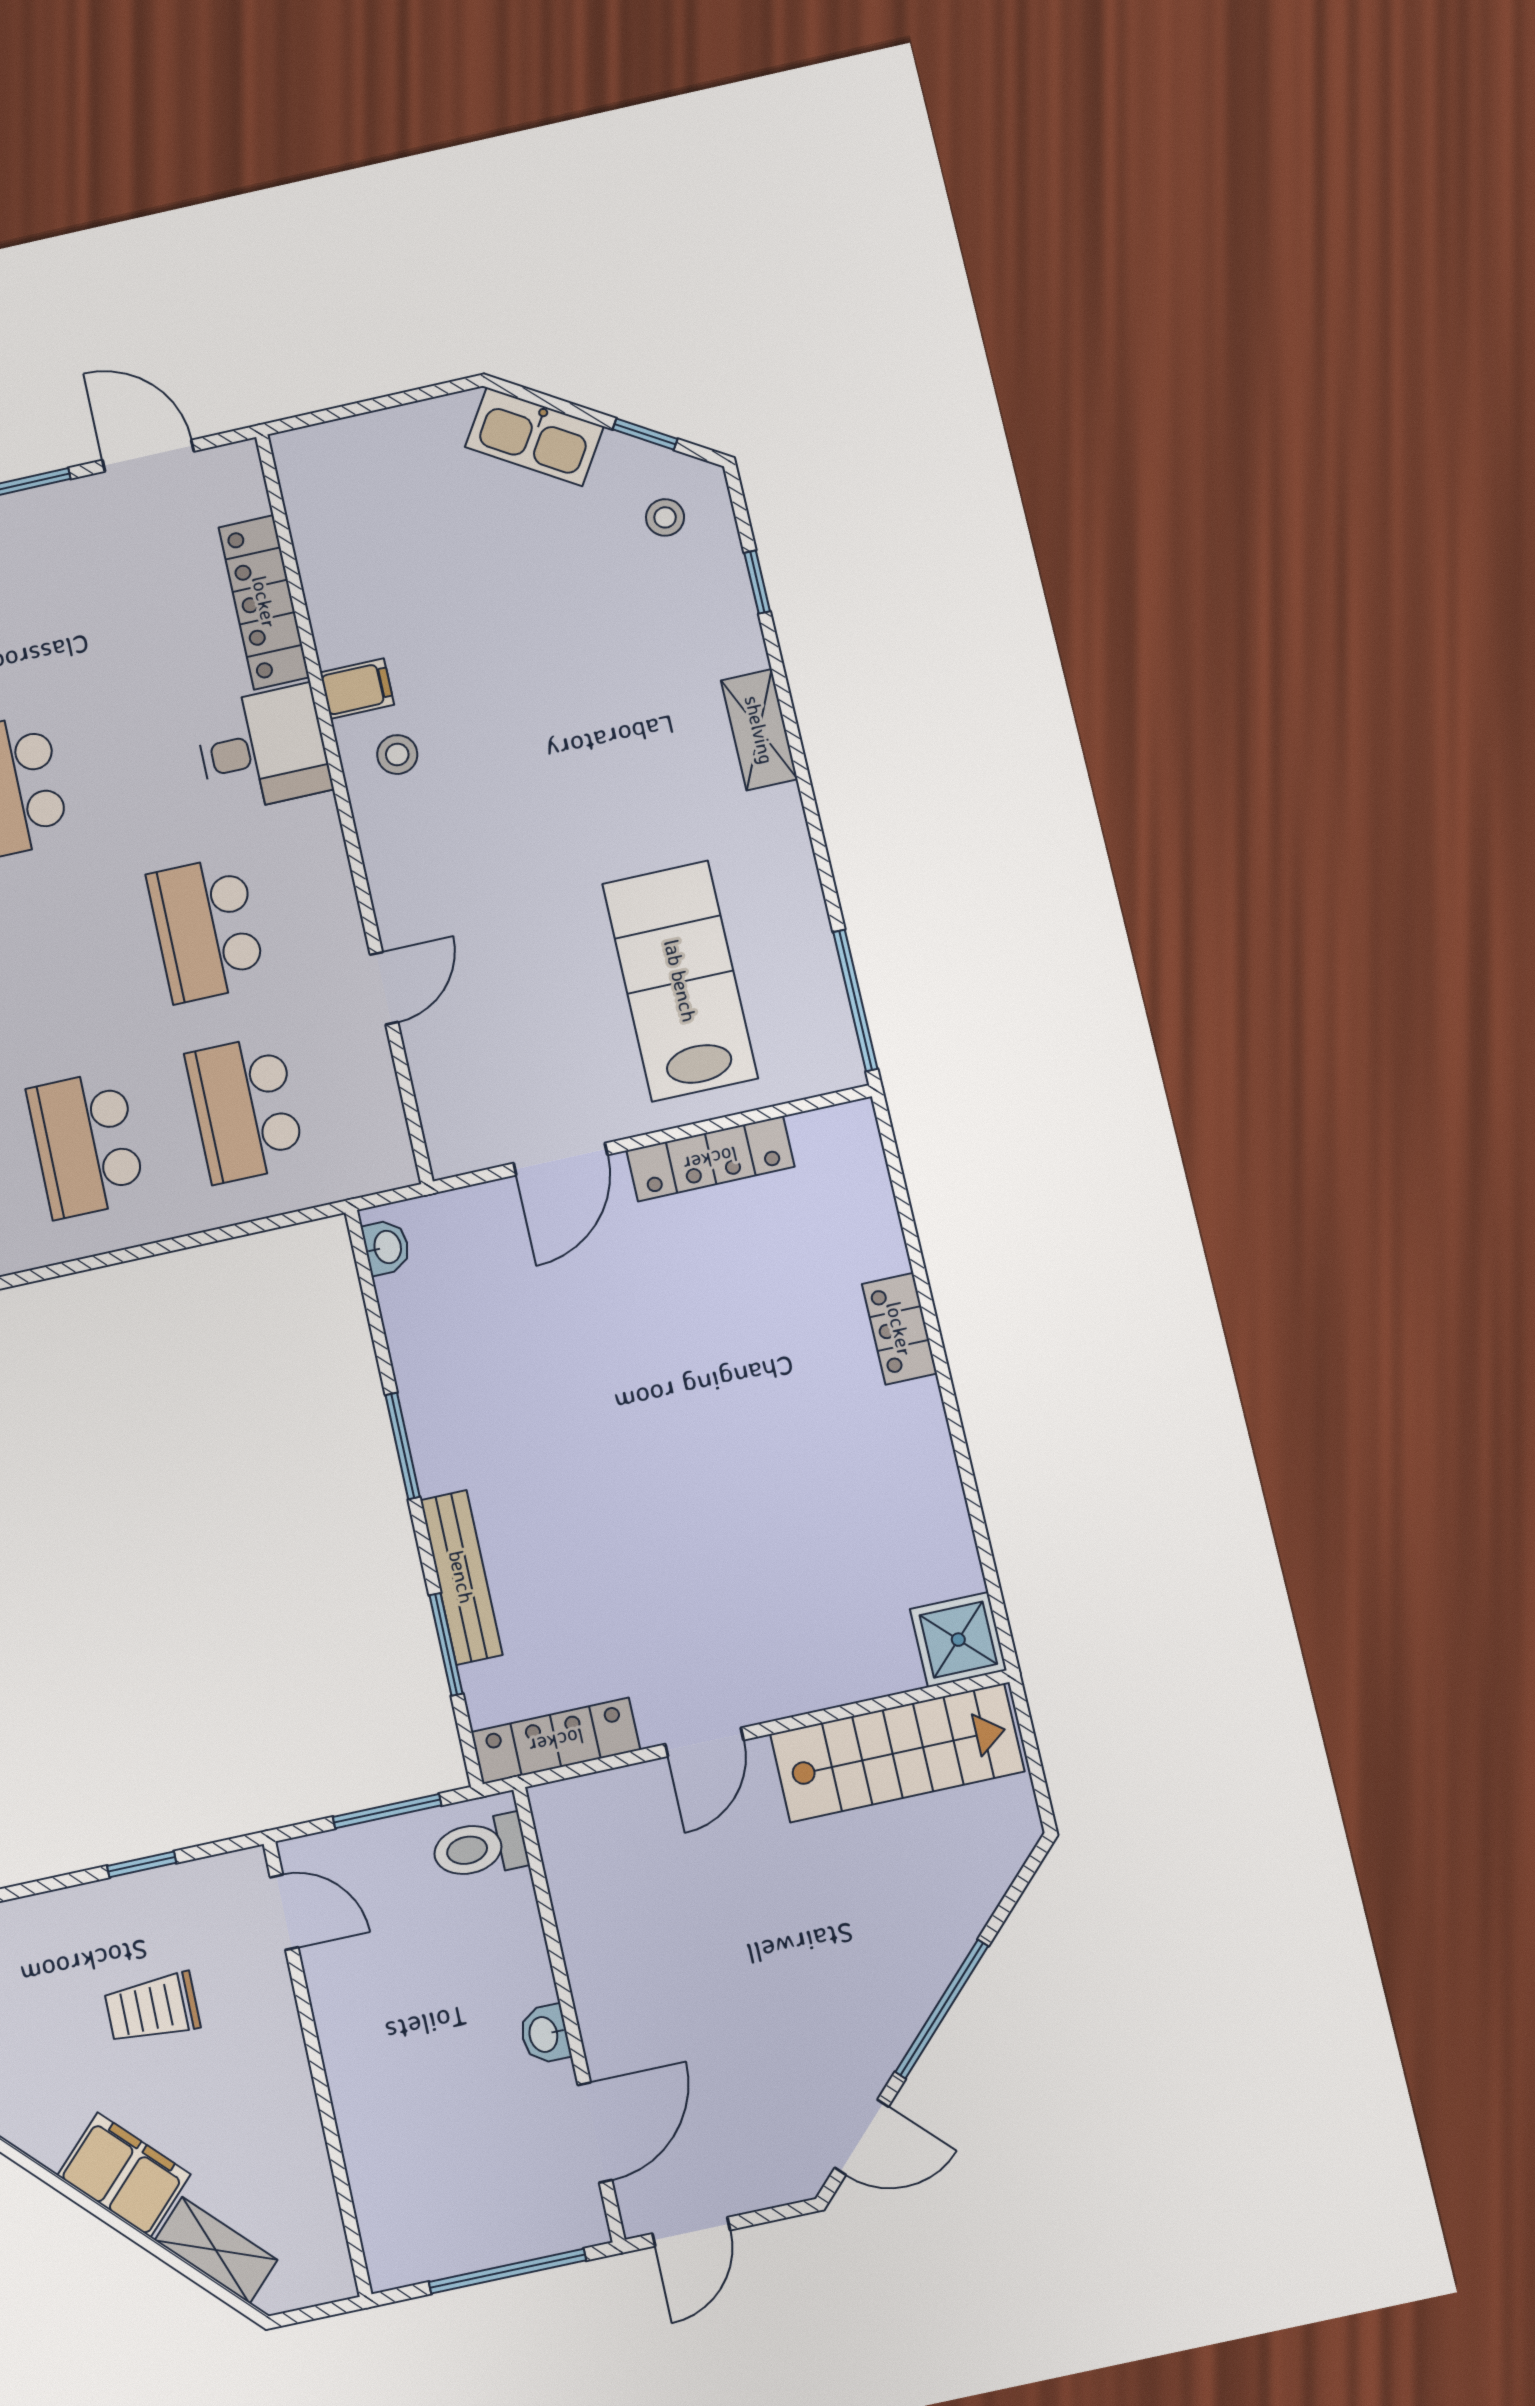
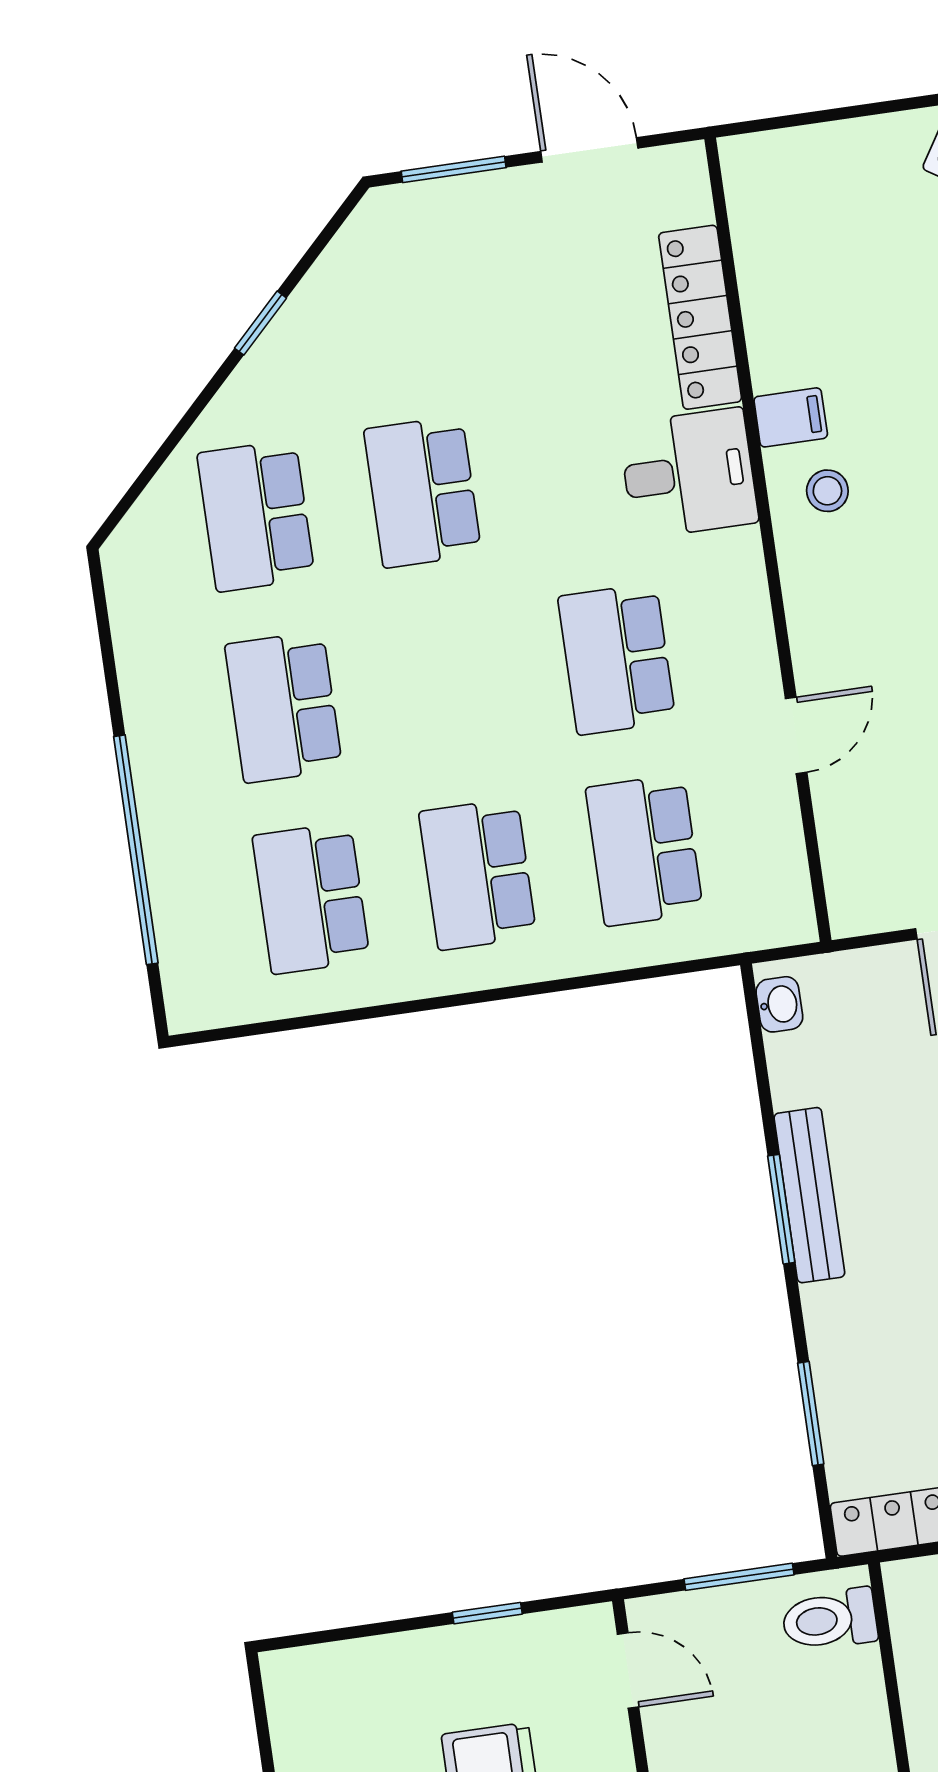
bench: (461, 1577) -> (809, 1195), moved

